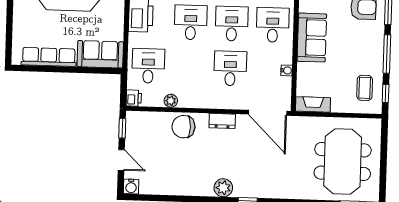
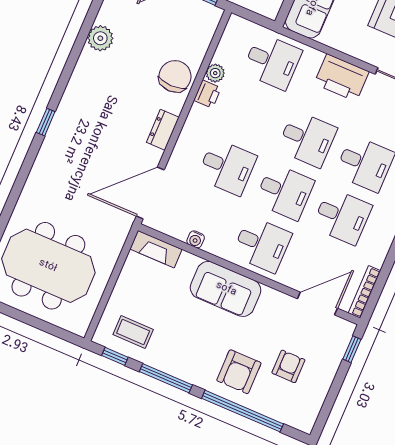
printer: (134, 98) -> (207, 94), moved, turned -90
fireplace: (313, 104) -> (156, 249), moved, turned 90
plant: (223, 188) -> (100, 38), moved

